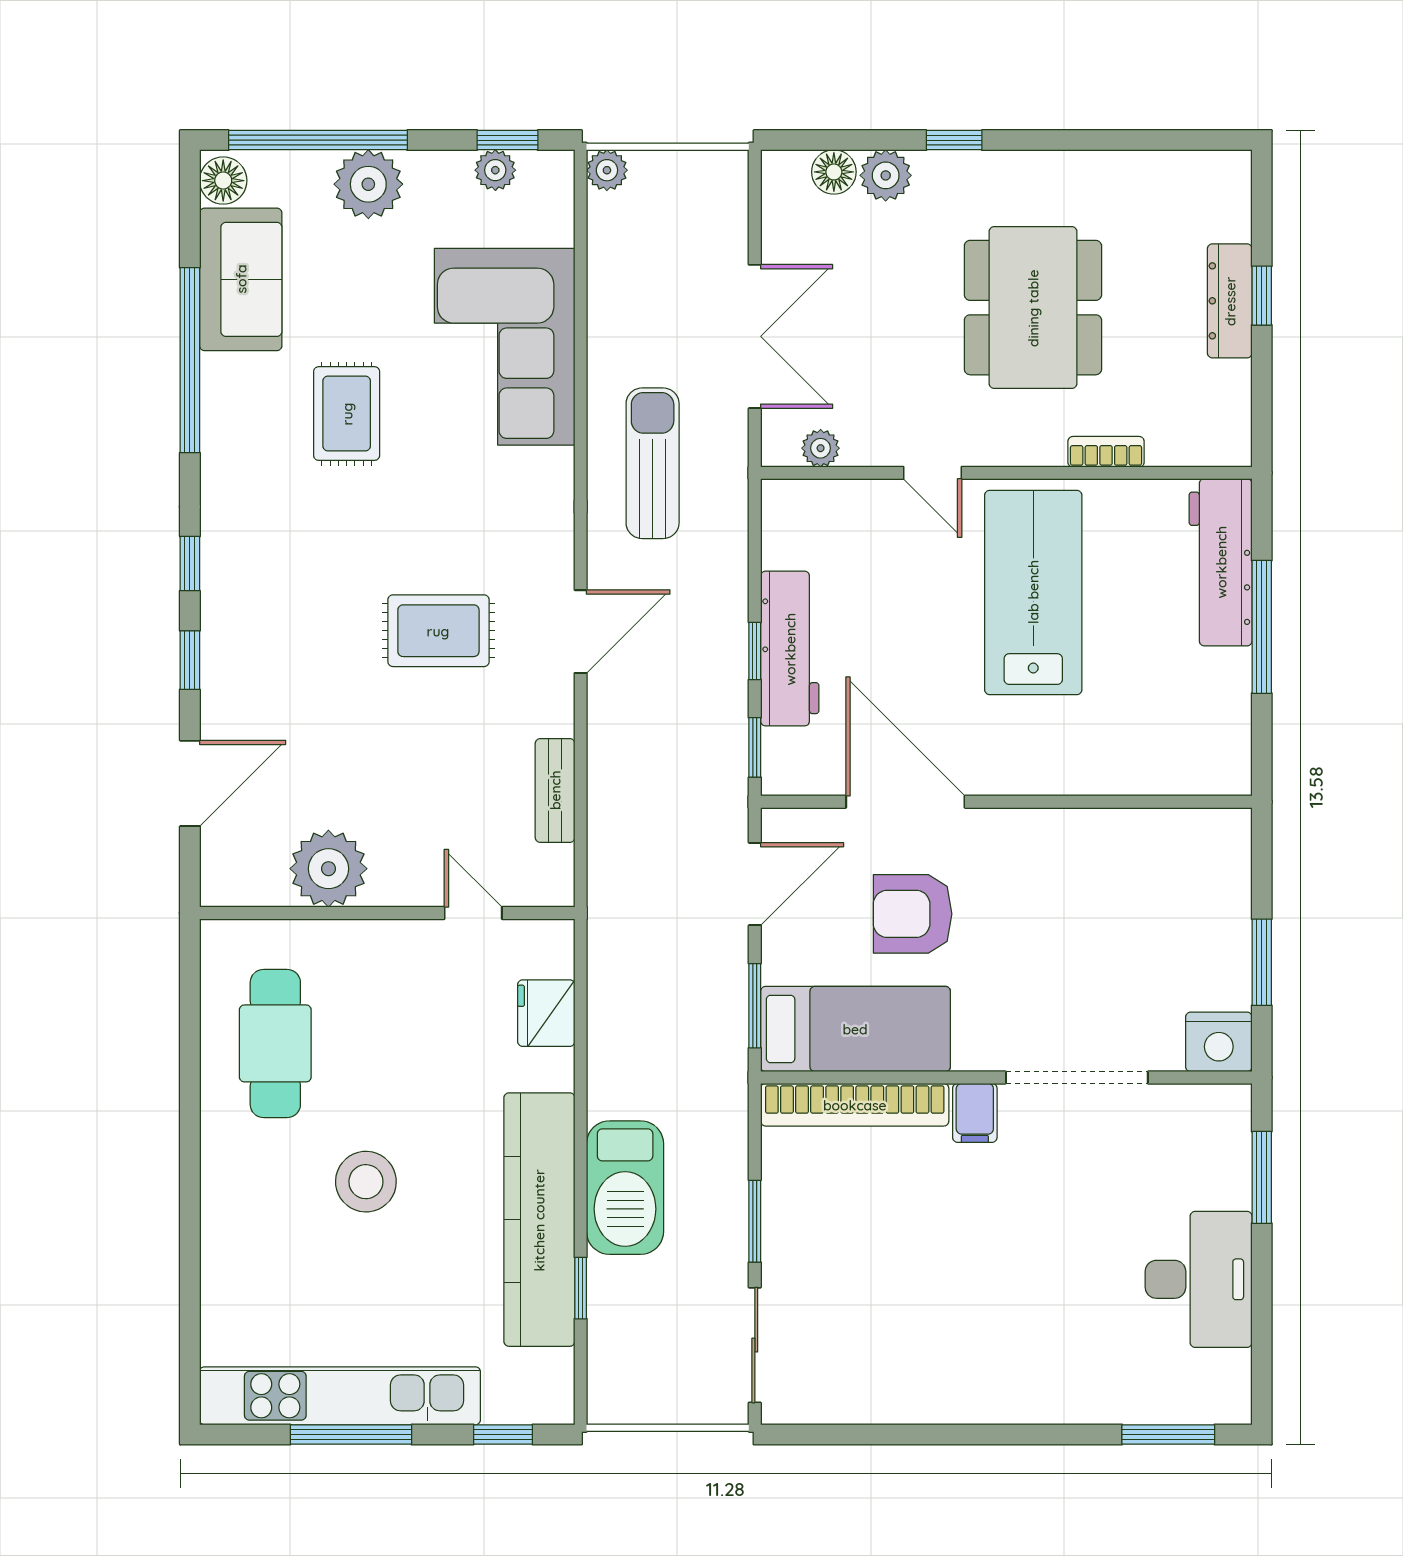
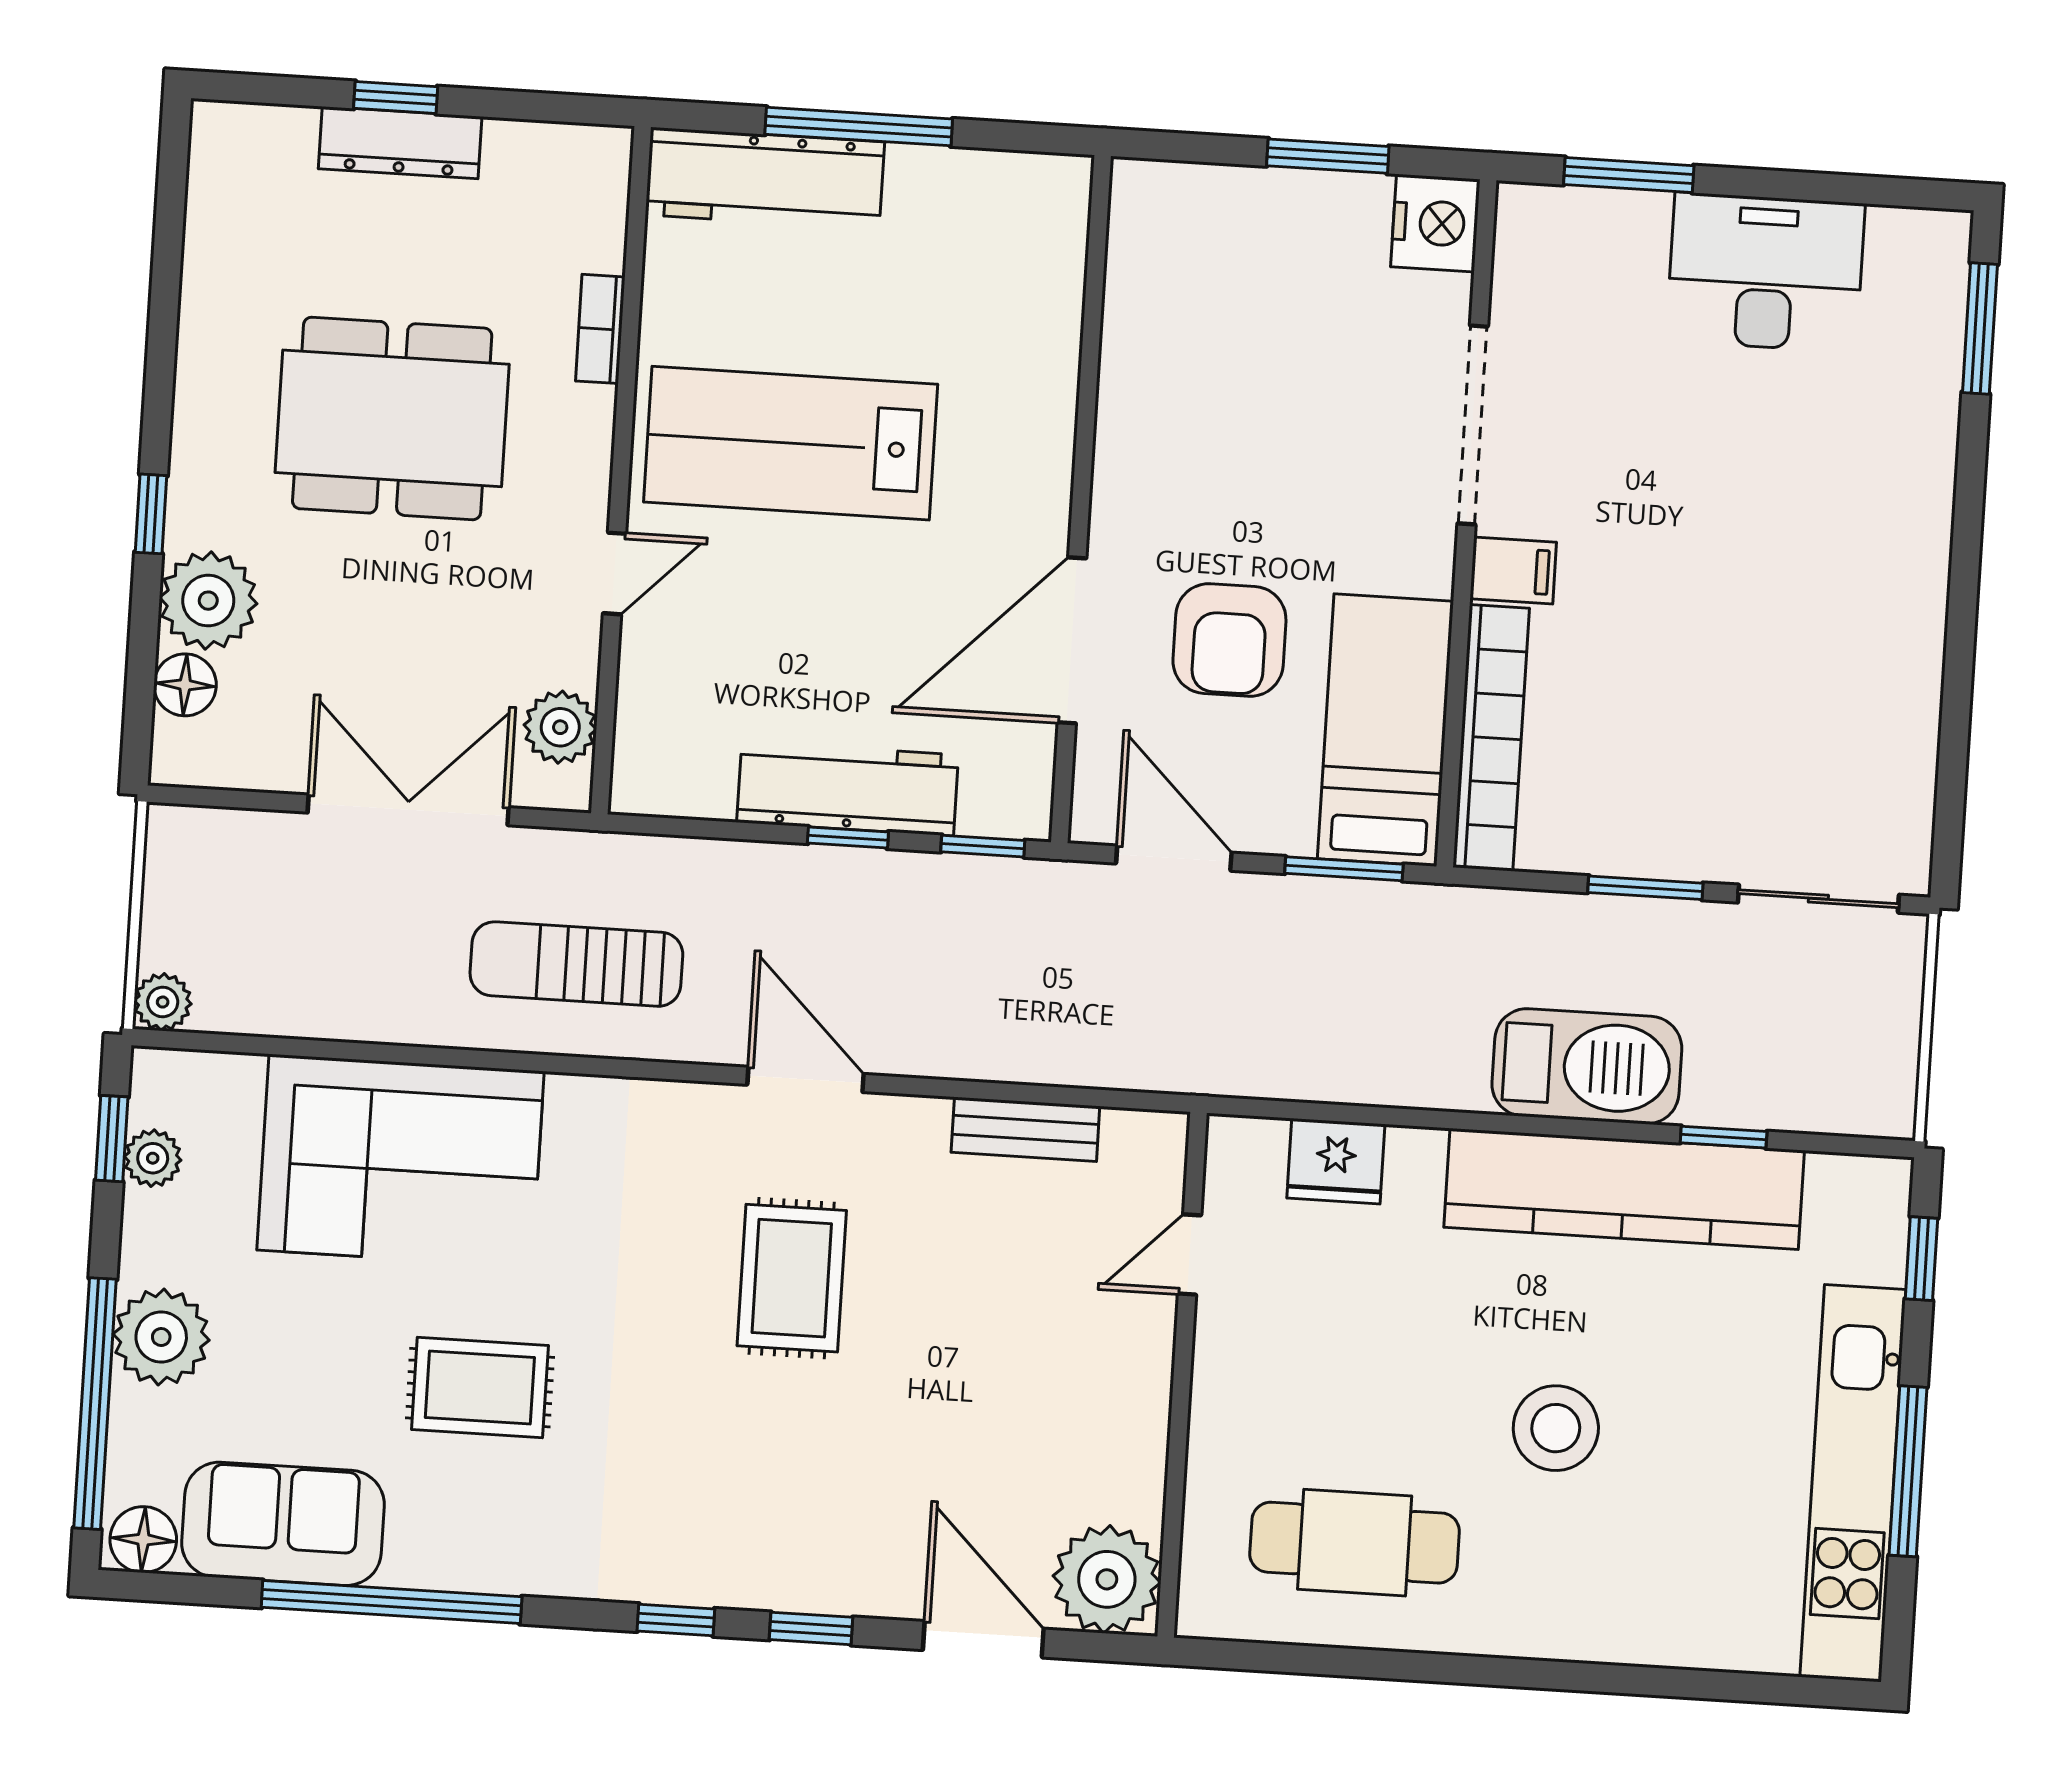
plant: (886, 175) -> (208, 601), width x1.36, depth x1.36
plant: (821, 448) -> (560, 727), width x1.38, depth x1.38
plant: (328, 869) -> (1107, 1579), moved

